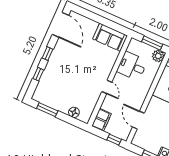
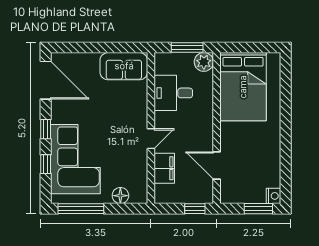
corner sofa: (57, 79) -> (75, 159), added
door: (107, 87) -> (151, 139), hinge flipped
window: (47, 110) -> (81, 209), width x1.44
filing cabinet: (102, 120) -> (164, 168), moved

